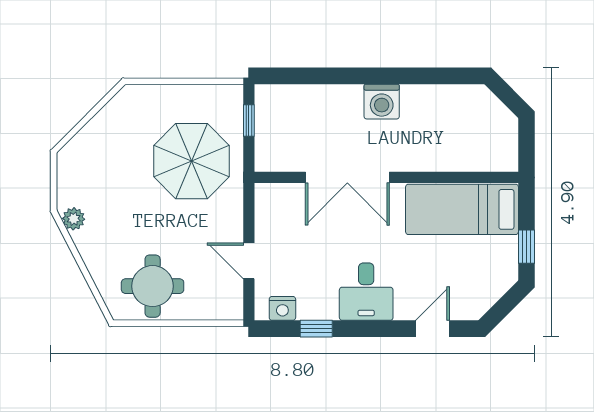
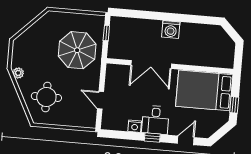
bed: (462, 209) -> (204, 90), width x1.50
round table: (153, 286) -> (46, 97), moved
nightstand: (282, 308) -> (135, 126), moved
window: (316, 329) -> (152, 138), moved

